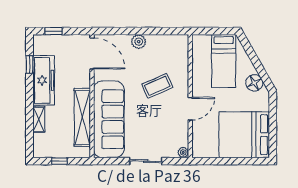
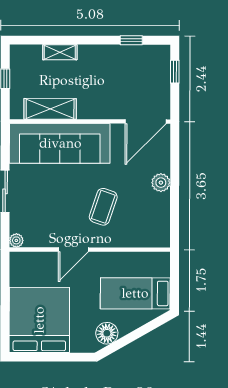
freezer: (44, 80) -> (111, 59), removed
coffee table: (157, 86) -> (103, 207), turned 43
door: (190, 109) -> (73, 250), hinge flipped
shelving: (82, 117) -> (50, 109), width x0.68

